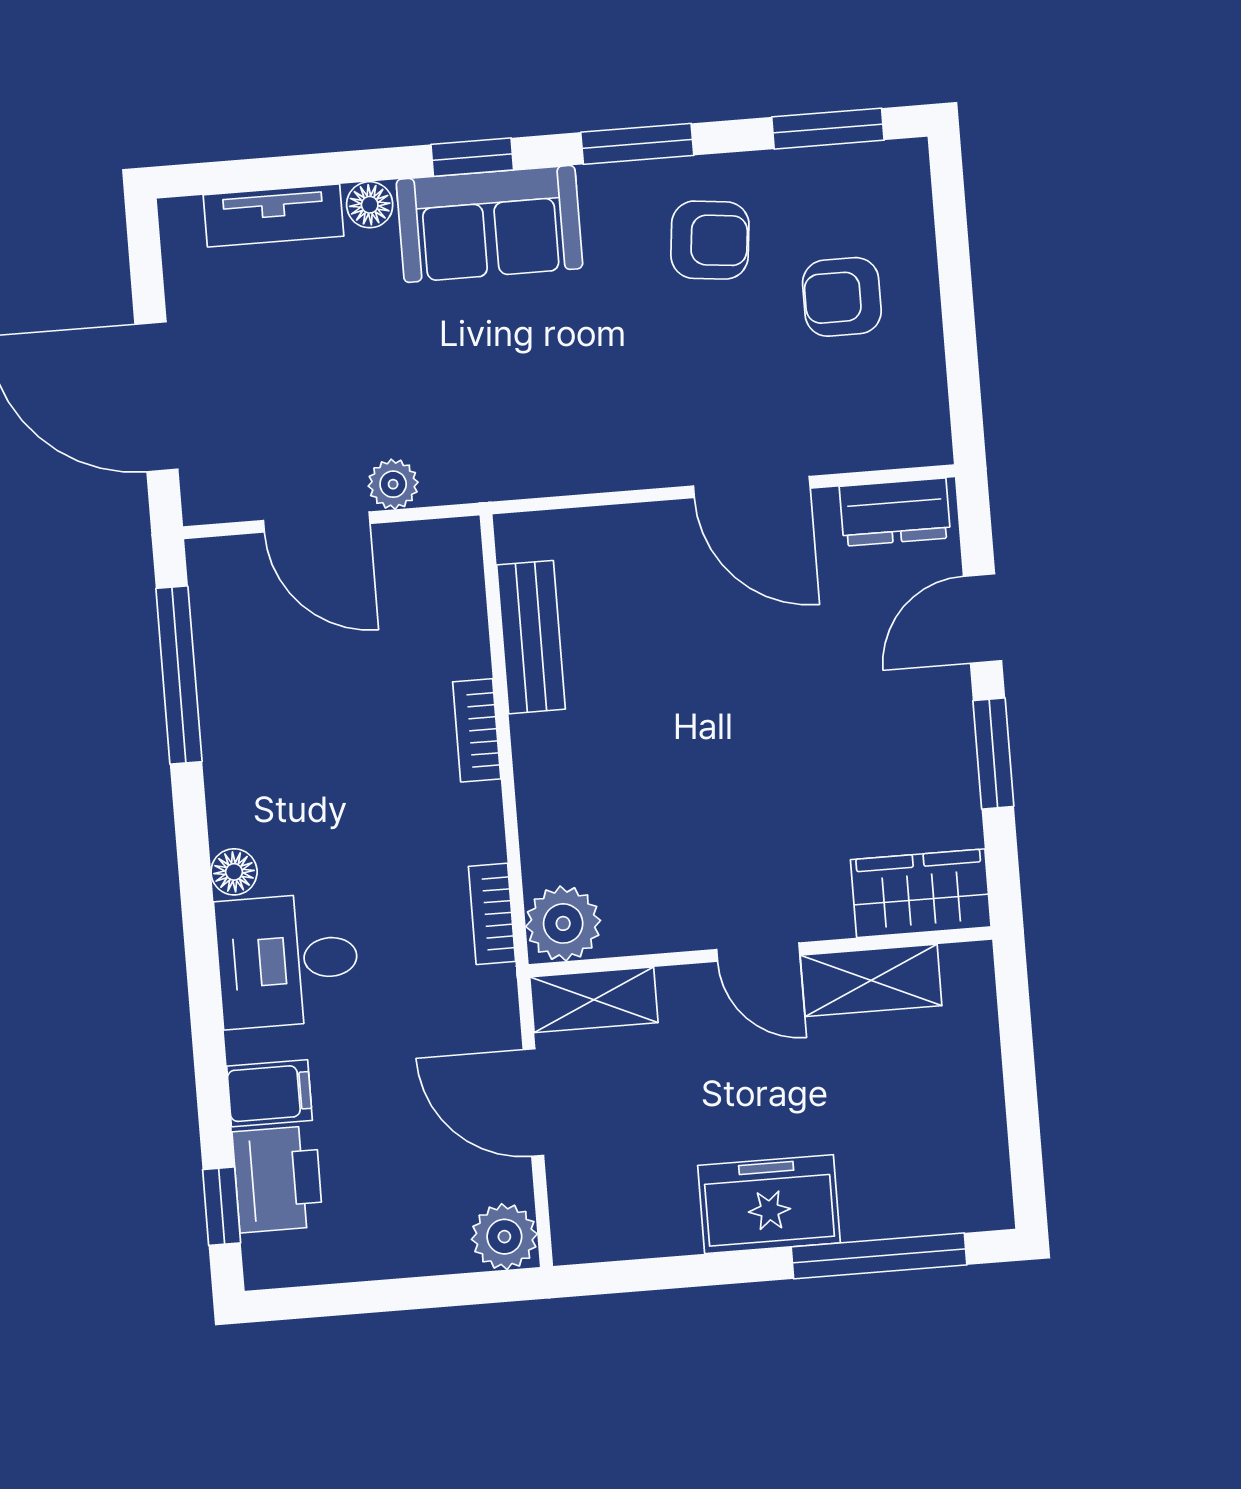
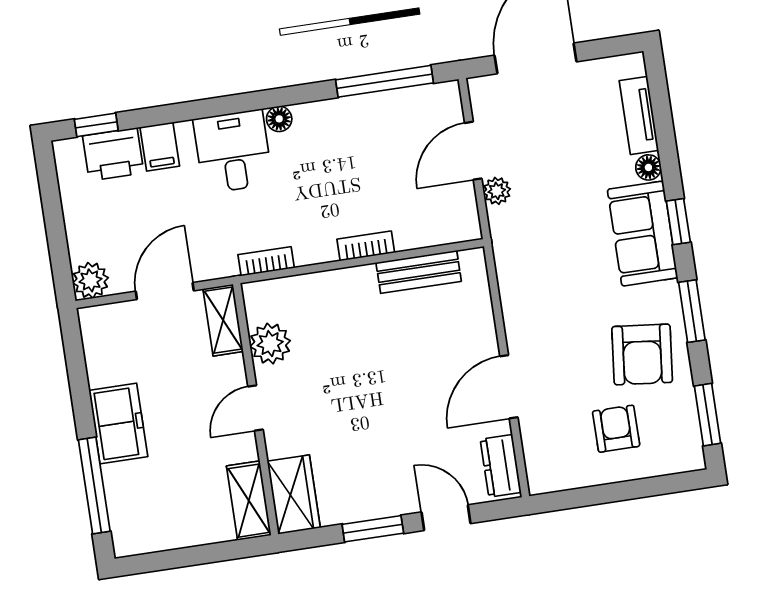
armchair: (710, 240) -> (642, 354), width x1.38, depth x1.38
plant: (563, 923) -> (270, 344), moved
shelving: (871, 980) -> (249, 501), moved

